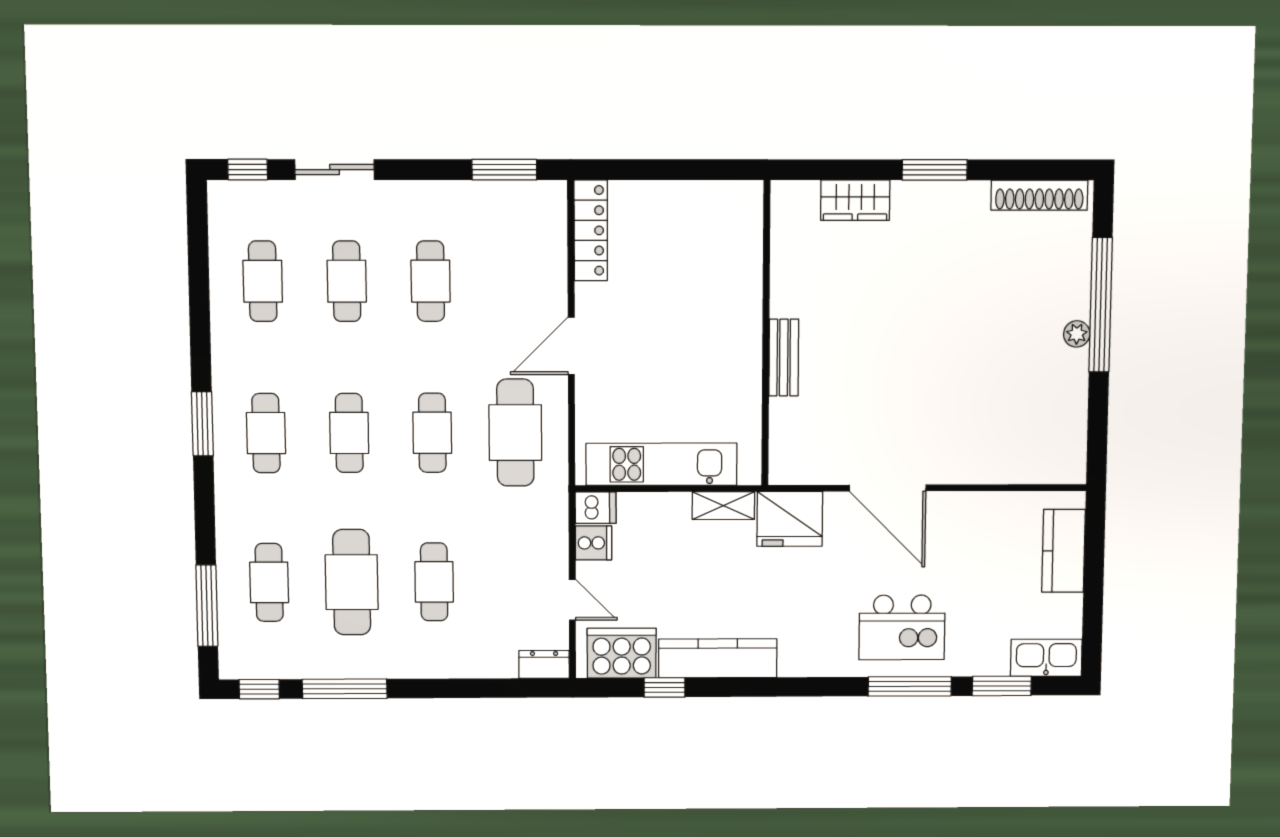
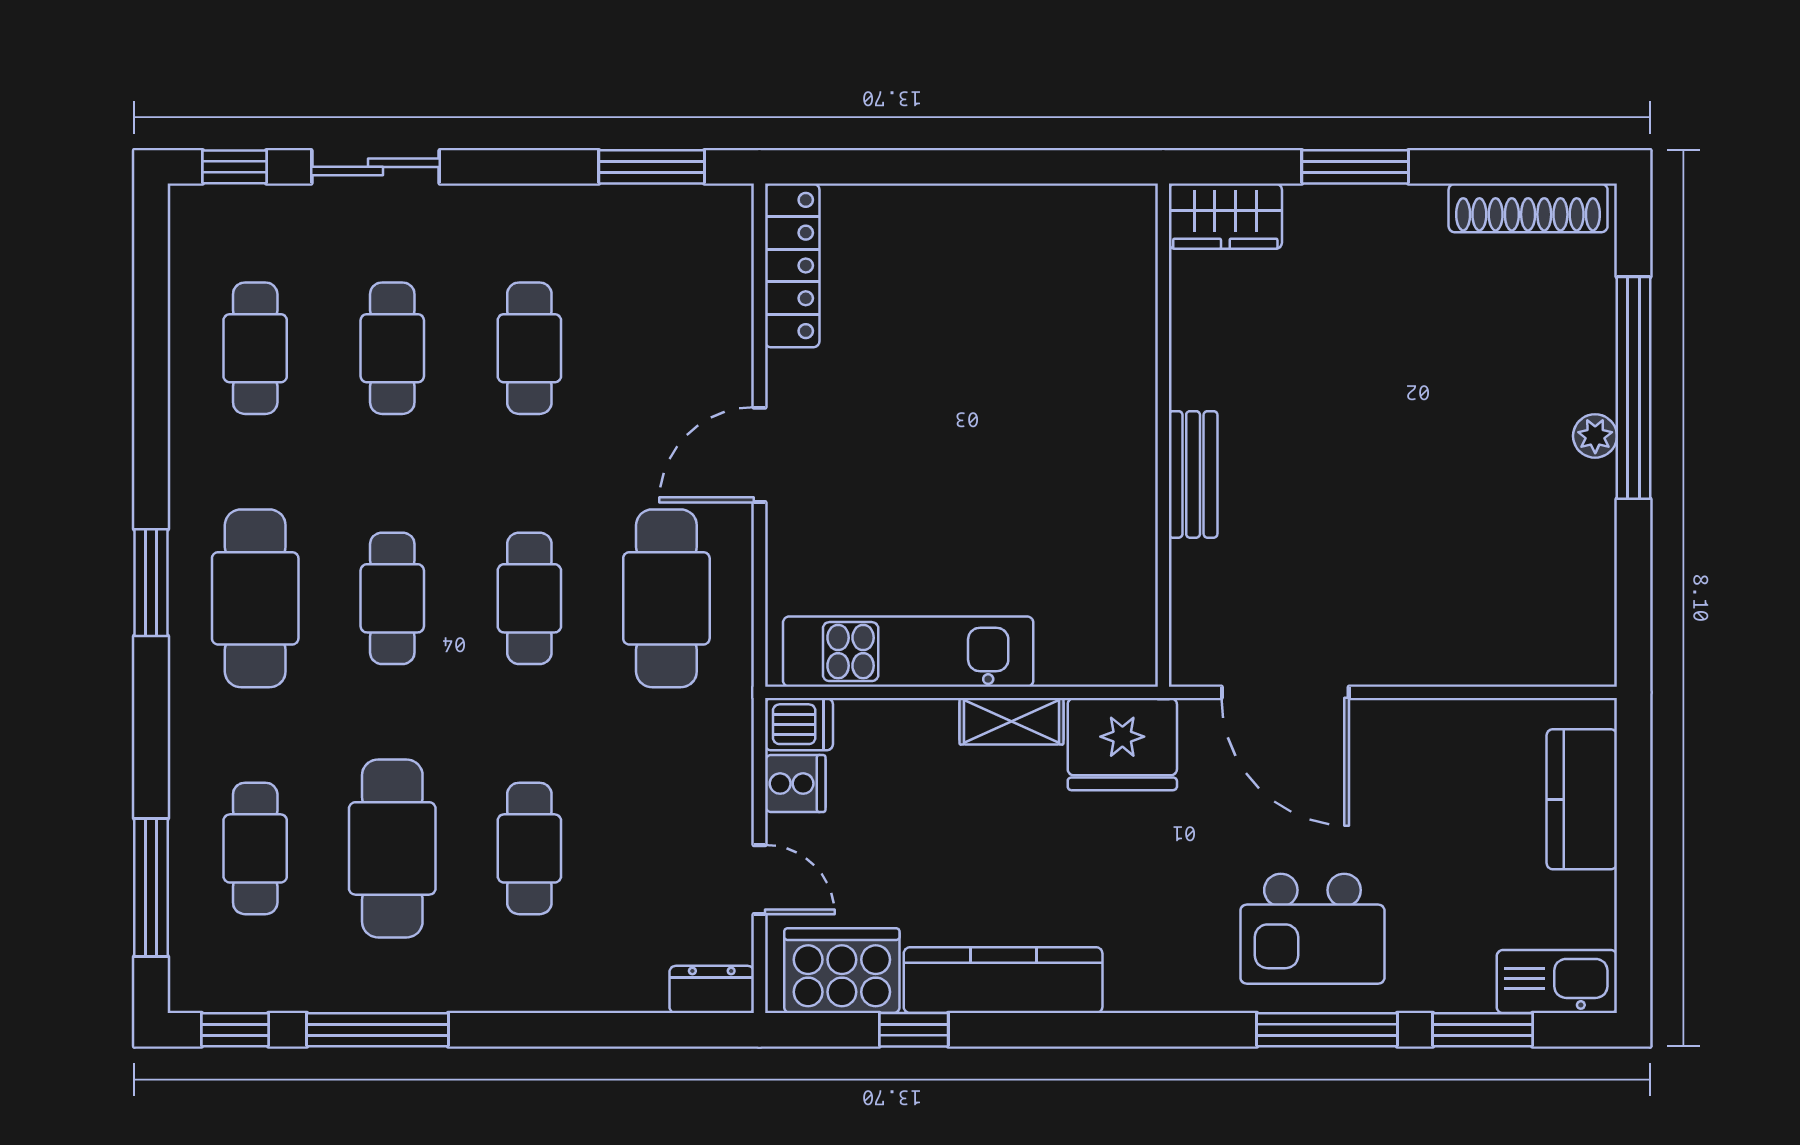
wall: (766, 334) -> (1163, 435), moved
bench: (784, 358) -> (1193, 474), moved
cafe table: (266, 433) -> (255, 598), width x1.37, depth x1.35

